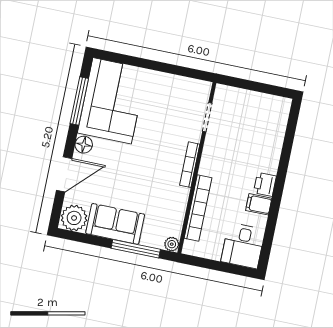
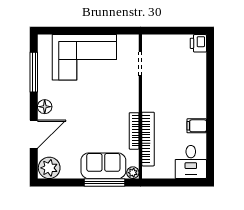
corner sofa: (112, 101) -> (84, 57), moved, turned 90
bookcase: (190, 165) -> (134, 131), moved
printer: (265, 184) -> (198, 43), moved
sofa: (115, 224) -> (103, 166), moved

